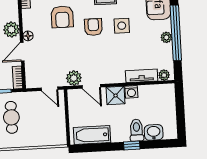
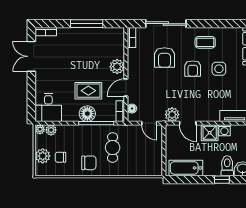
armchair: (93, 27) -> (193, 69), turned 180
floor lamp: (28, 36) -> (132, 109), moved

